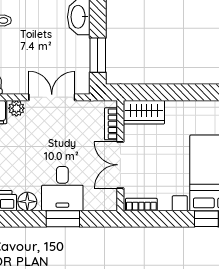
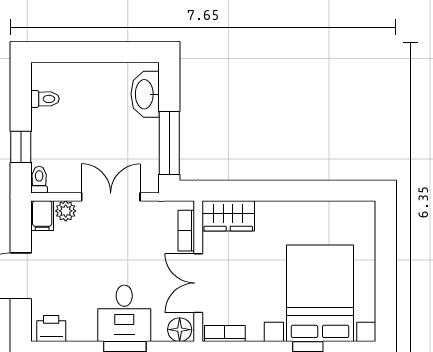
window: (98, 55) -> (169, 143), width x1.44
floor lamp: (27, 202) -> (180, 330), moved

